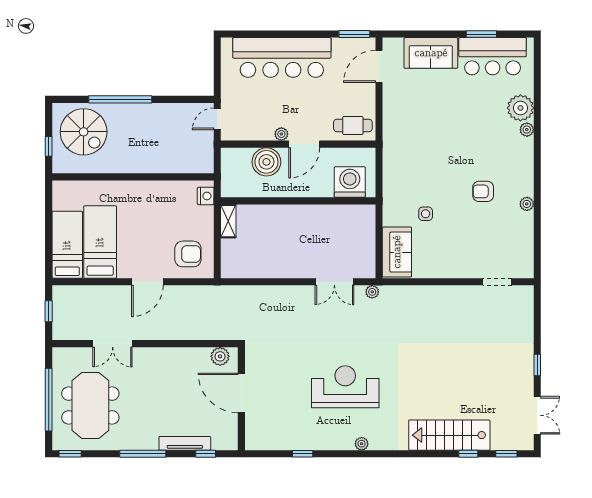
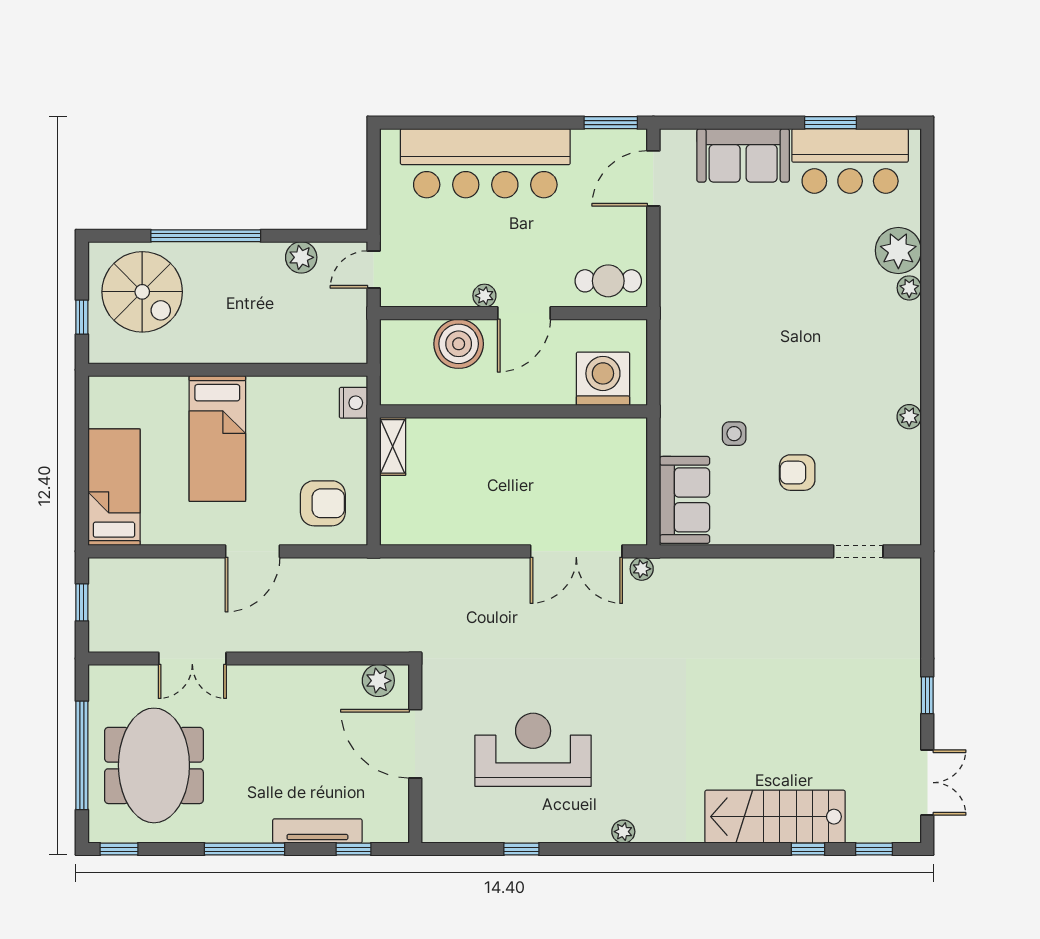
plant: (175, 112) -> (301, 257), added
armchair: (483, 191) -> (797, 473), moved
bed: (100, 242) -> (217, 439), moved, turned 180
double door: (334, 282) -> (576, 551), width x1.37
reception desk: (345, 387) -> (533, 750), moved

